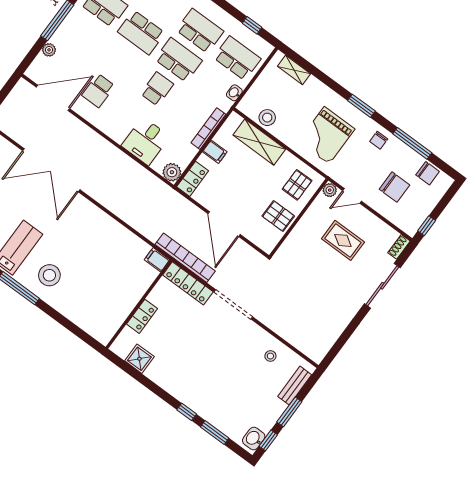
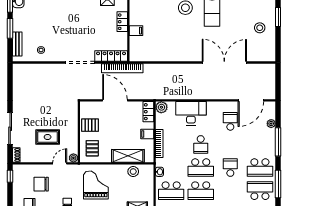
school desk: (141, 32) -> (230, 168), width x0.54
desk: (146, 141) -> (191, 113), width x1.37
filing cabinet: (157, 260) -> (136, 31), moved

